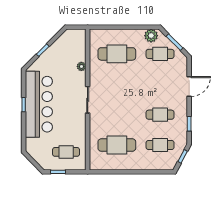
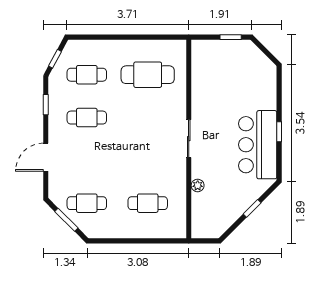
plant: (151, 36) -> (99, 229), removed
cafe table: (117, 54) -> (148, 203), width x0.73, depth x0.74
bar counter: (39, 104) -> (258, 145), width x0.73
cafe table: (66, 152) -> (219, 65), removed

